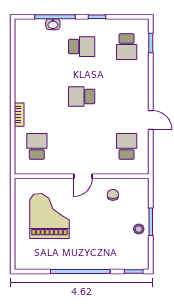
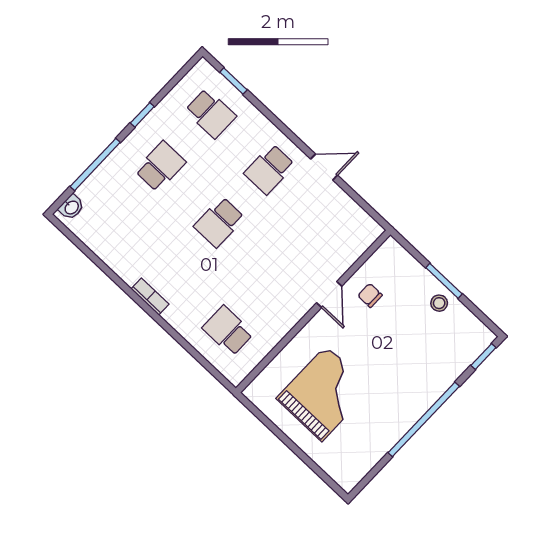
washbasin: (53, 24) -> (71, 207), moved
bookcase: (19, 115) -> (150, 297), moved
school desk: (127, 146) -> (269, 169), moved, turned -90
door: (83, 176) -> (329, 295), moved
grand piano: (50, 216) -> (324, 394), turned 90

